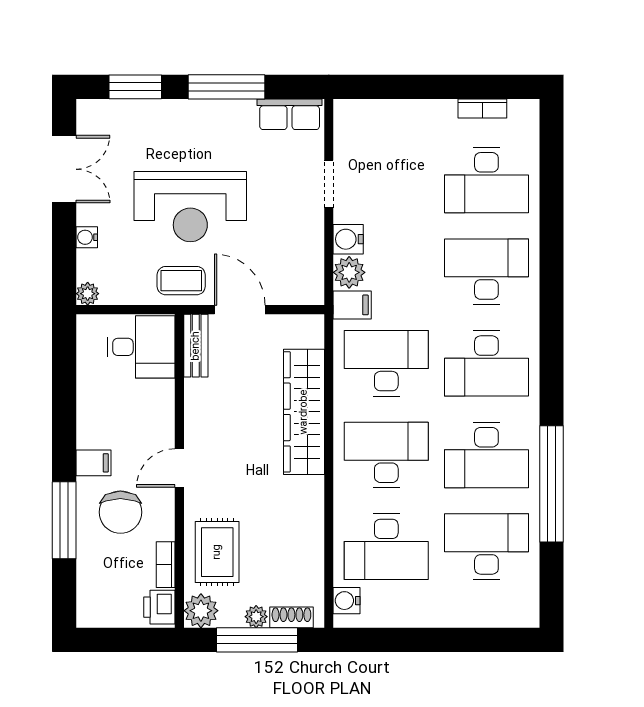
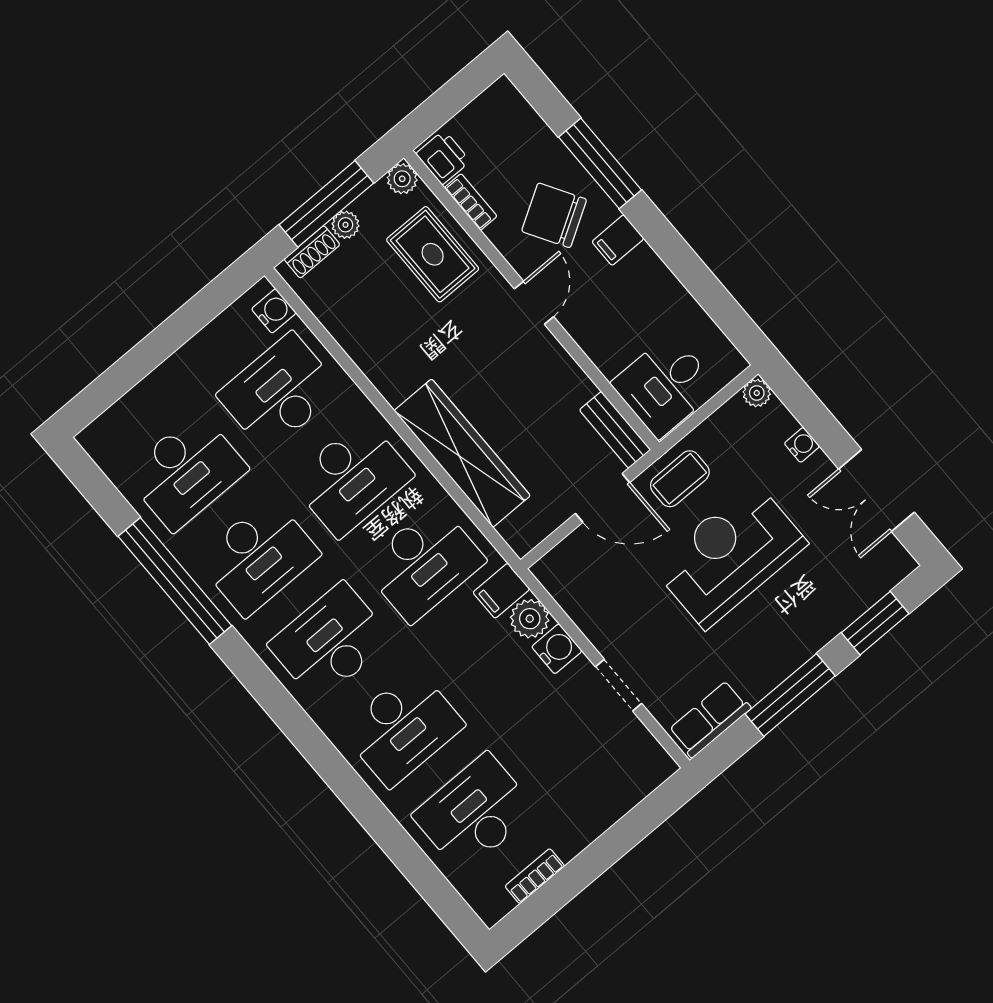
desk: (486, 455) -> (258, 557), turned 180
chair: (120, 512) -> (554, 215), turned -31
plant: (201, 611) -> (402, 179), width x0.73, depth x0.73

